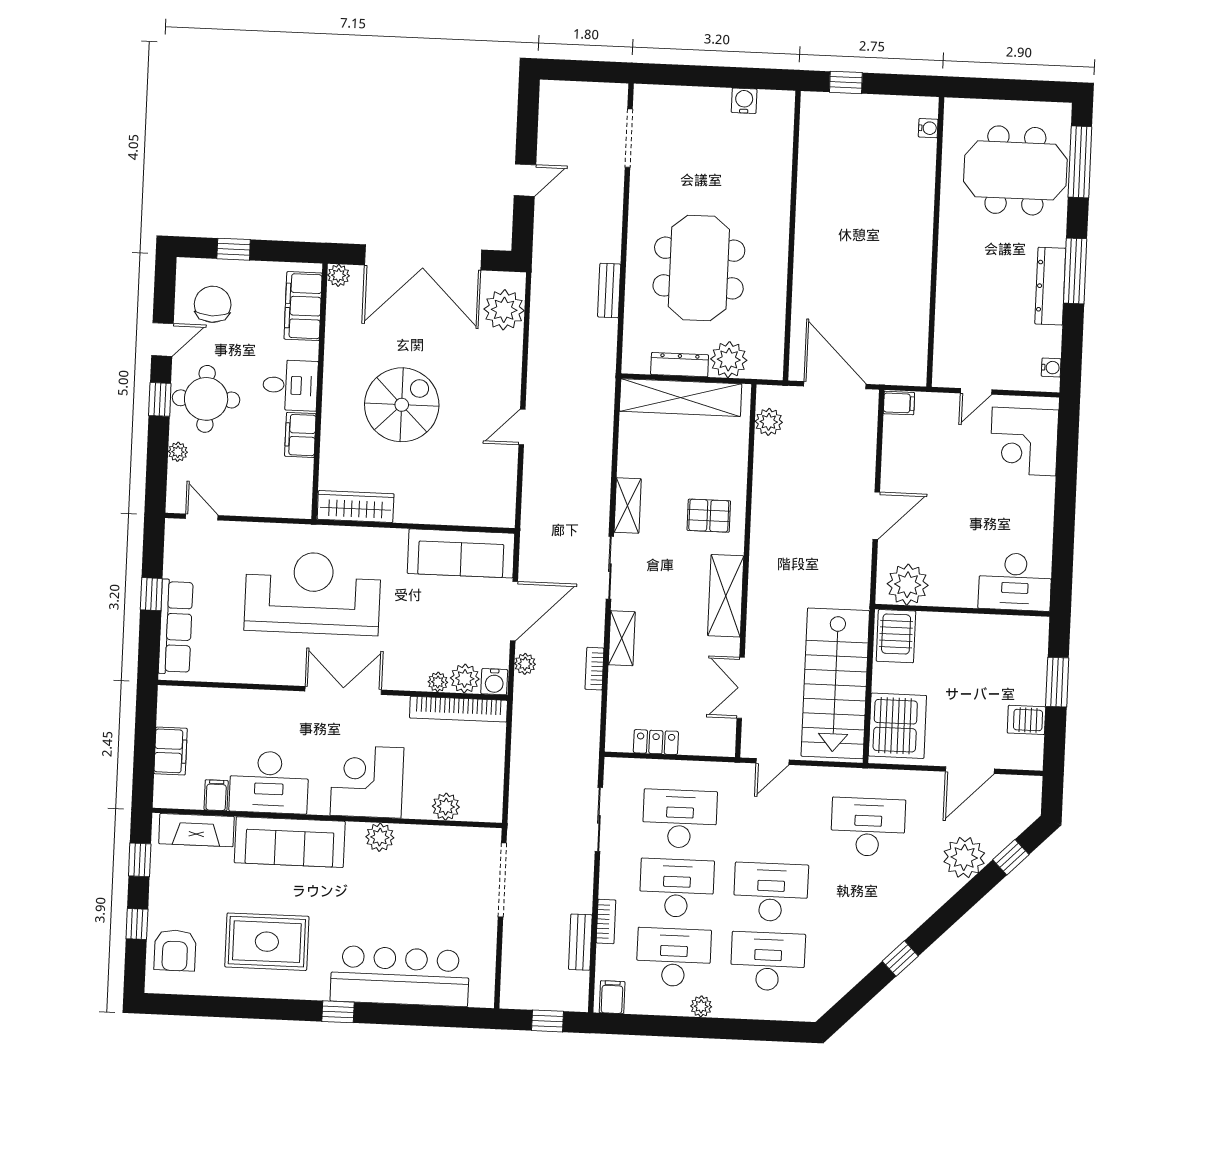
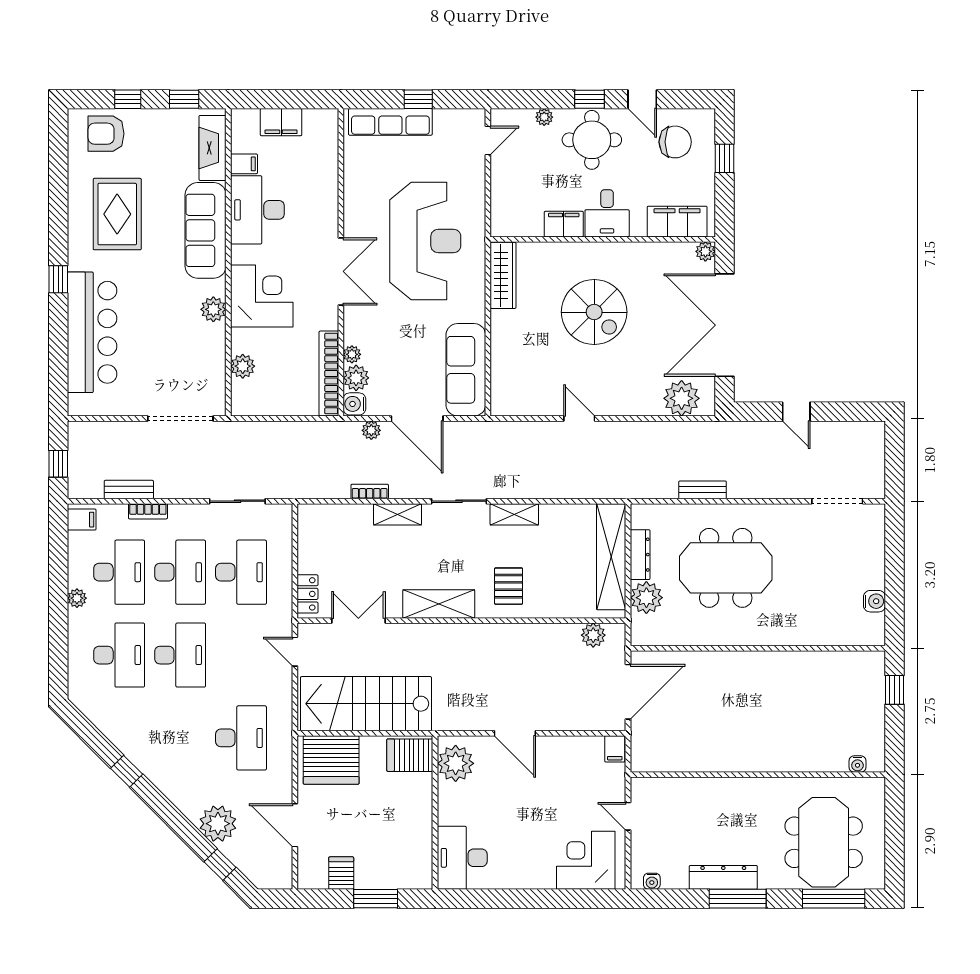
locker: (656, 742) -> (308, 594), moved

